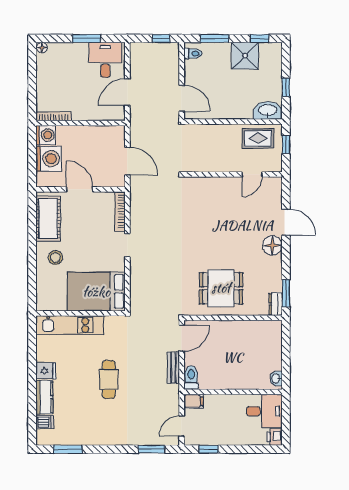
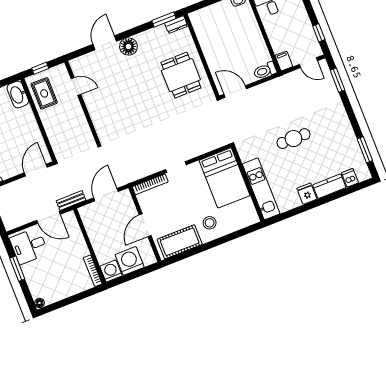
bench: (173, 368) -> (71, 200), moved

